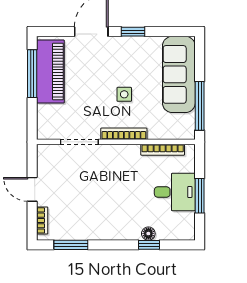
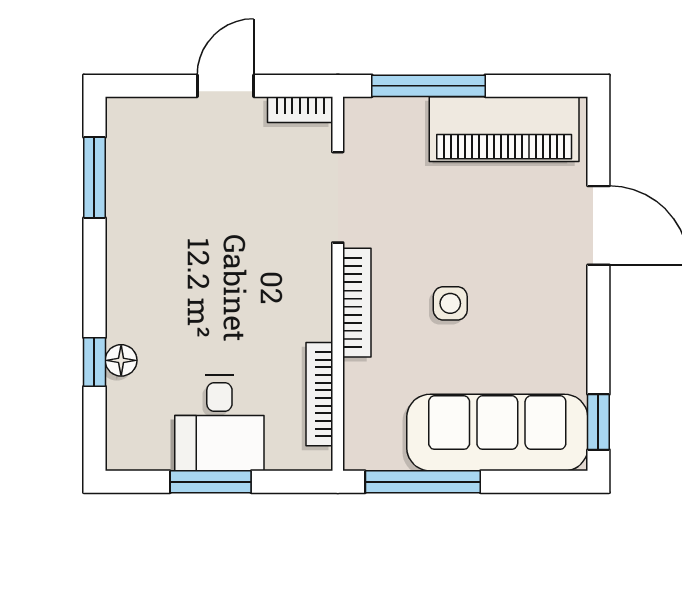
window: (133, 32) -> (598, 422), moved
window: (32, 74) -> (429, 86), moved
bookcase: (42, 220) -> (300, 110), moved

